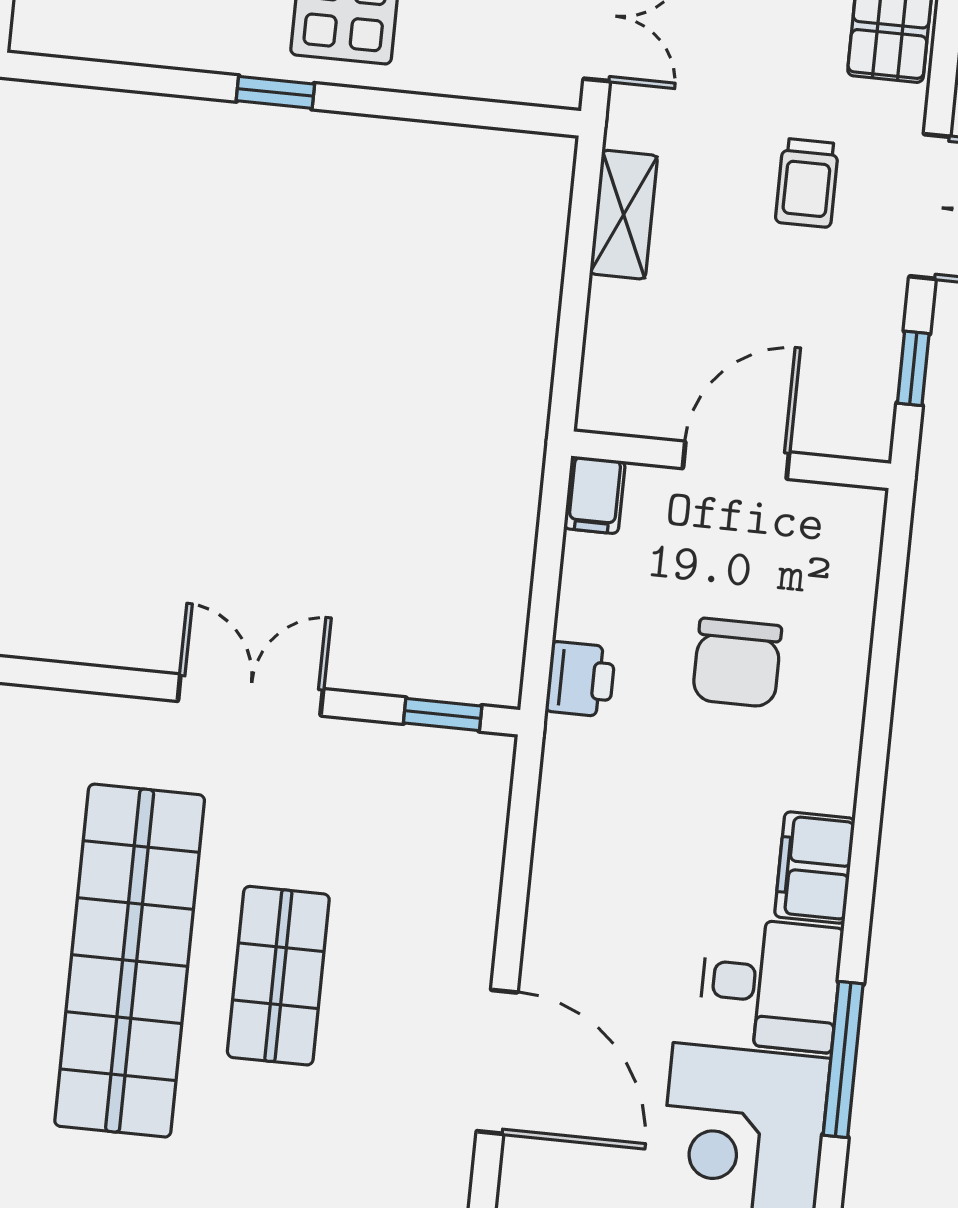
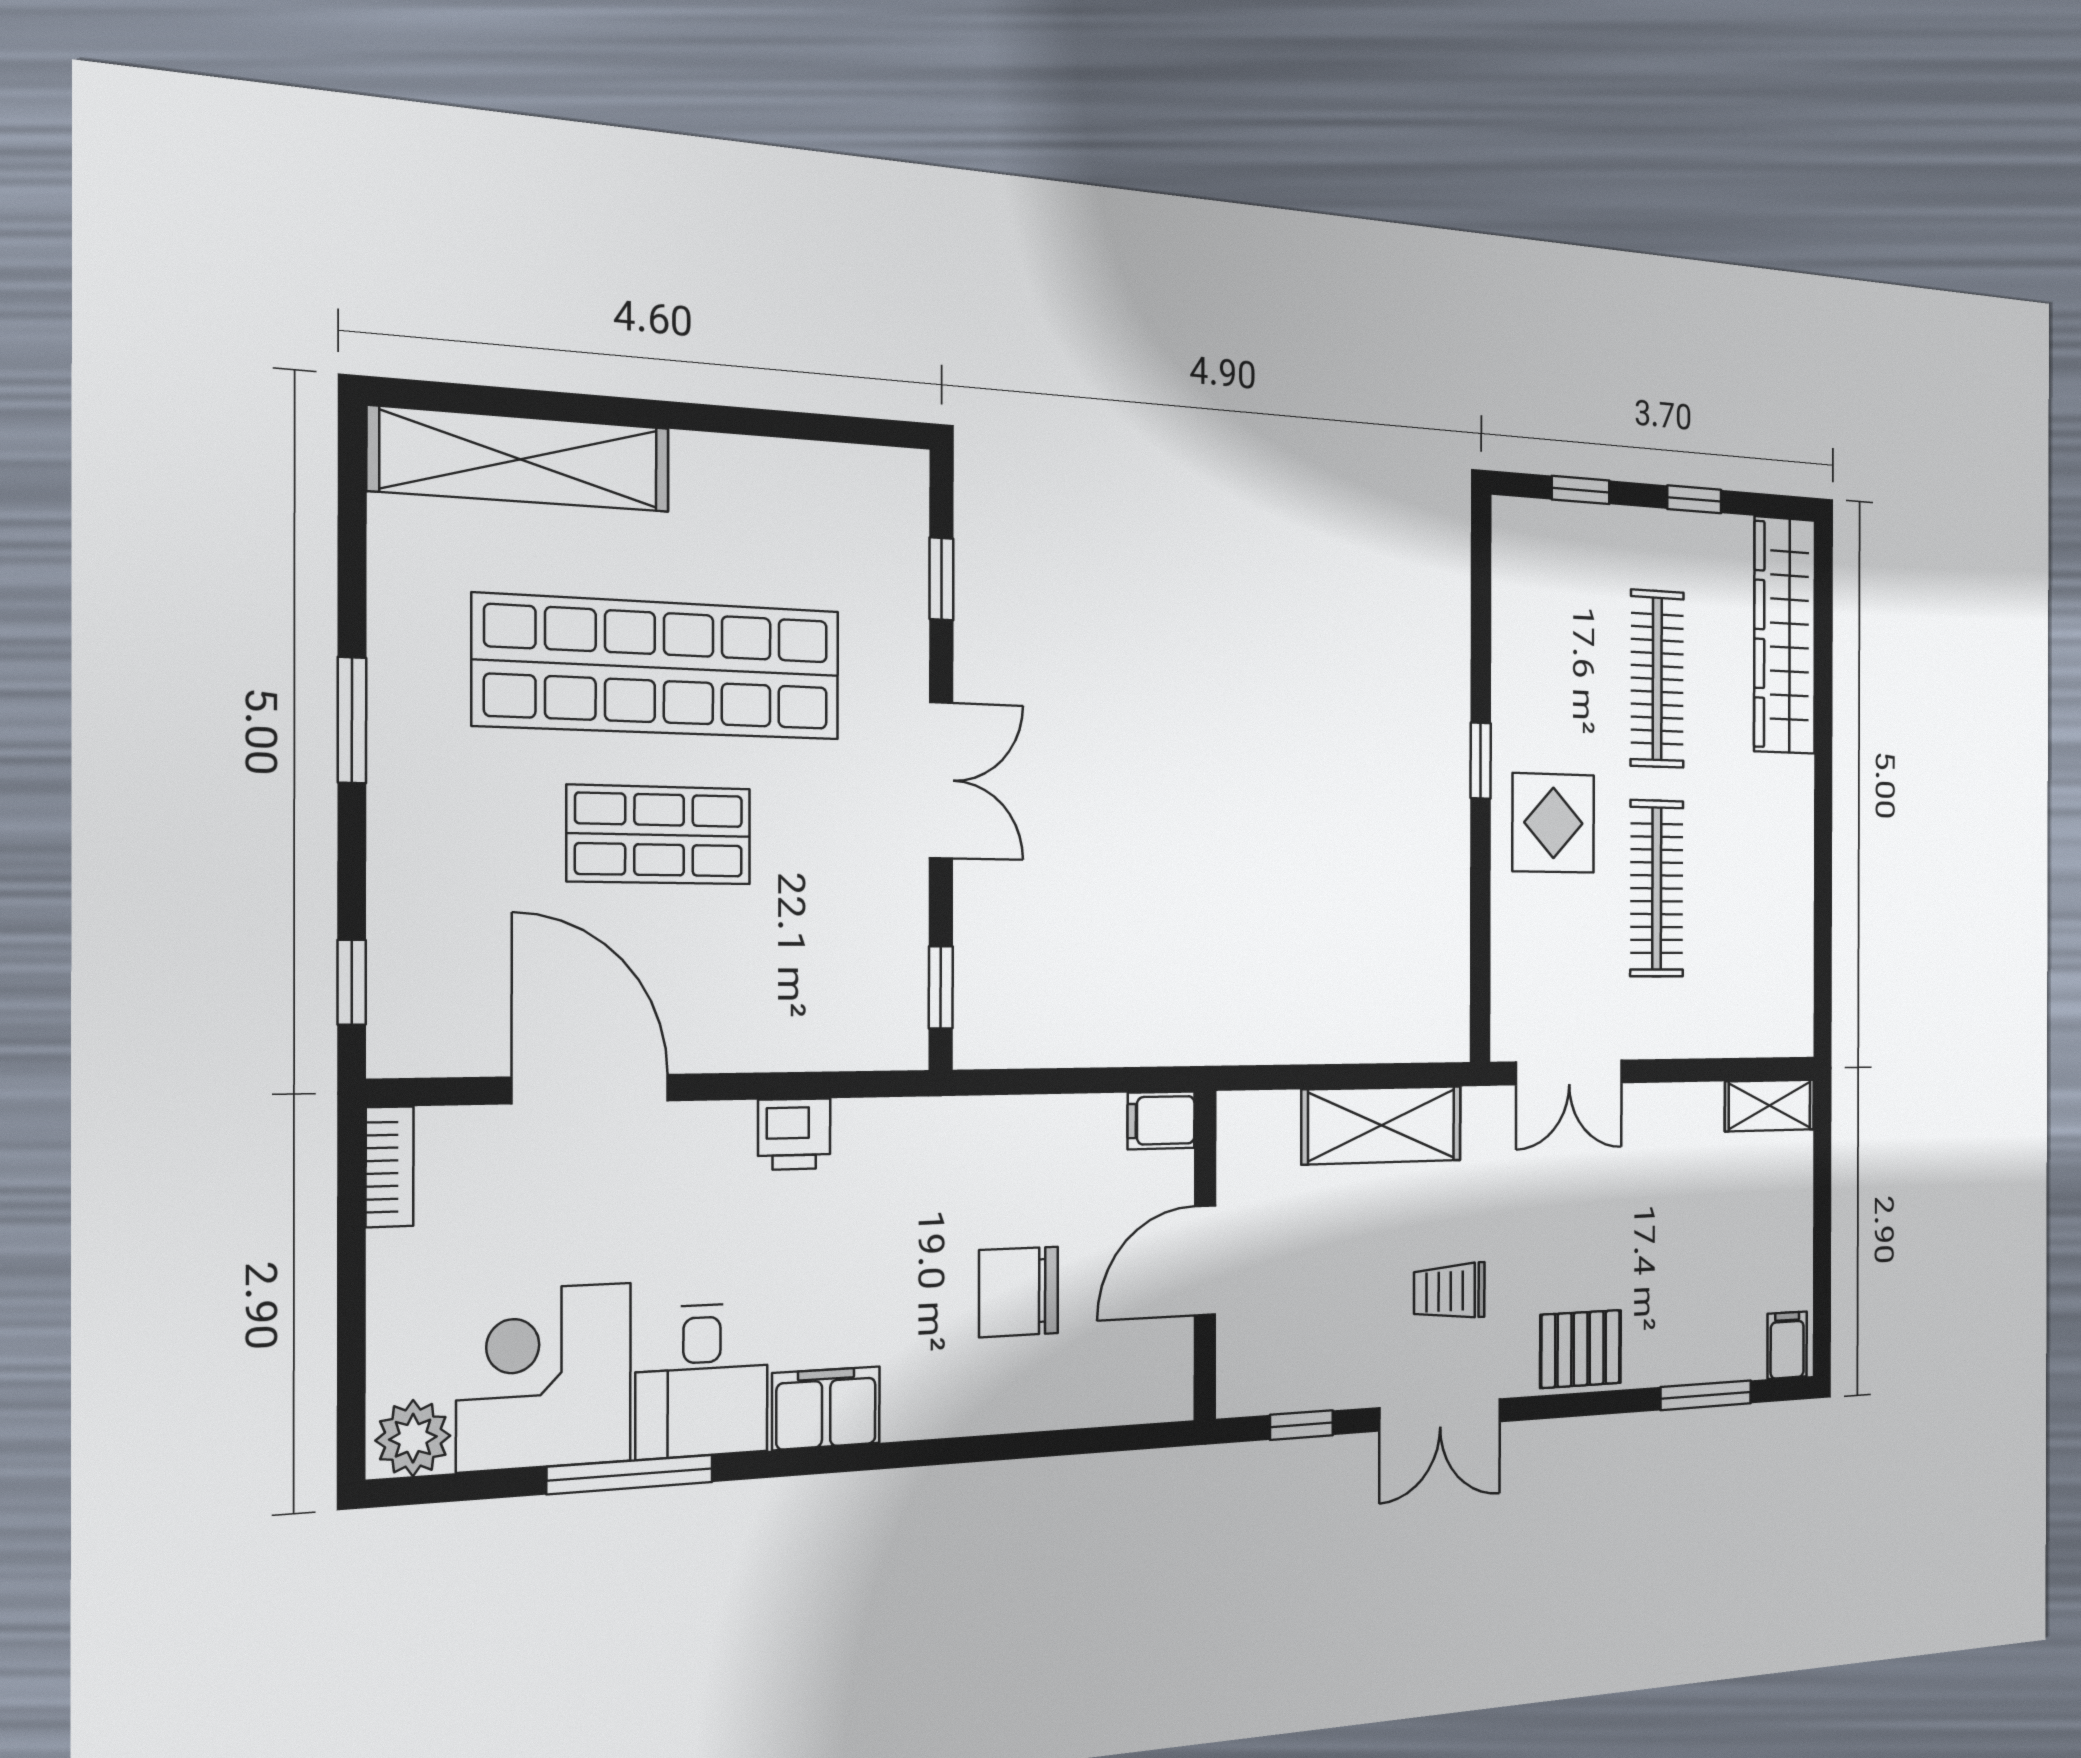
shelving: (624, 215) -> (1382, 1125), width x1.50, depth x1.33
door: (736, 460) -> (1205, 1260), swing flipped
window: (64, 676) -> (941, 579), added
printer: (580, 679) -> (794, 1134), moved
door: (497, 1062) -> (591, 1089), swing flipped

